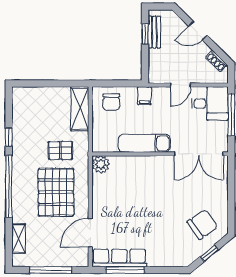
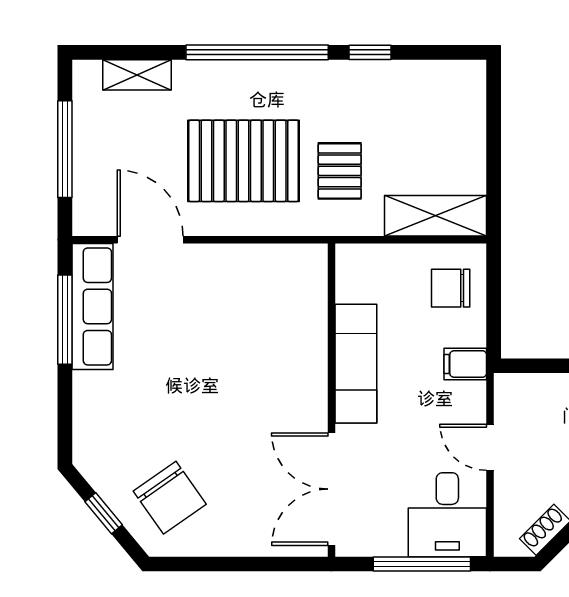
plant: (101, 164) -> (307, 264), removed

